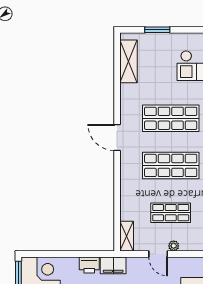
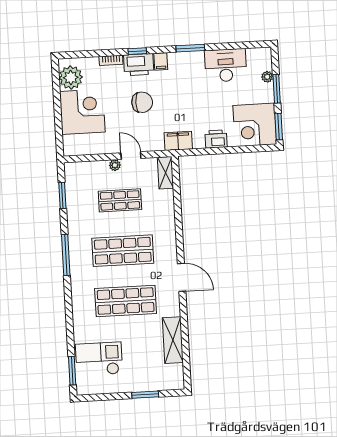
shelving: (129, 61) -> (173, 340), moved
printer: (89, 265) -> (216, 139), moved

